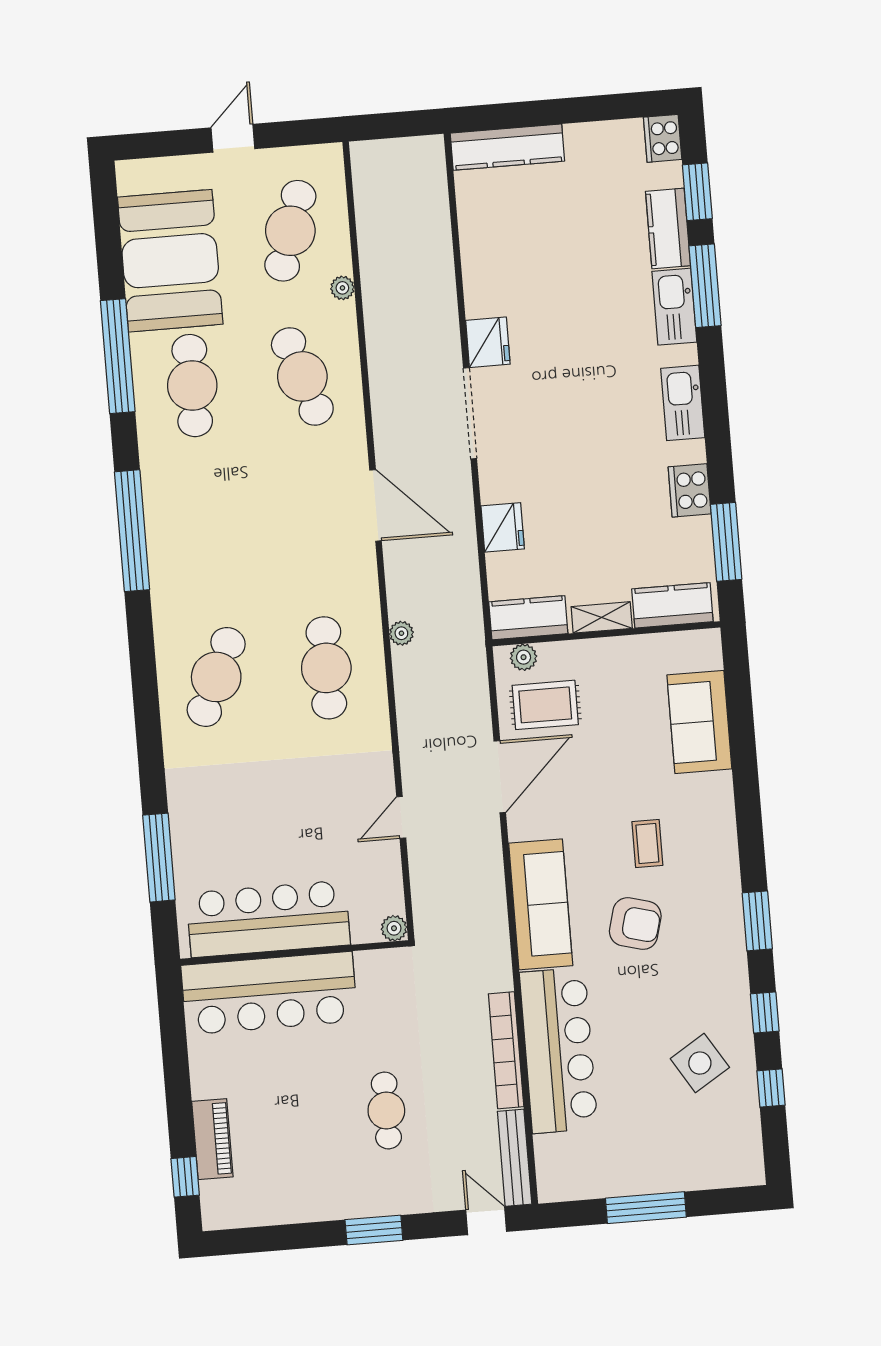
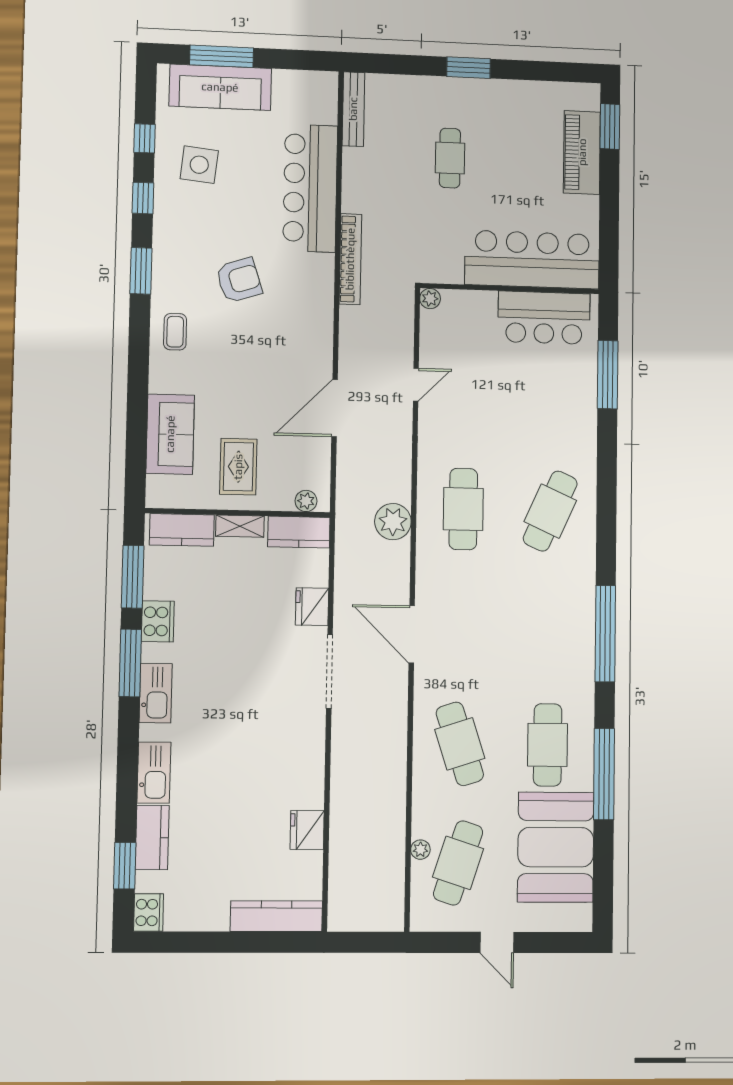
door: (233, 138) -> (497, 942), hinge flipped
window: (705, 286) -> (130, 663), moved
plant: (342, 288) -> (420, 850), moved
fridge: (488, 342) -> (307, 830), moved
doorway: (470, 413) -> (329, 671), moved
plant: (401, 633) -> (393, 522), width x1.88, depth x1.88
rug: (545, 705) -> (238, 467), moved, turned 90
coffee table: (647, 843) -> (175, 332), moved
sofa: (541, 904) -> (220, 87), moved, turned -90
bar counter: (268, 919) -> (544, 318), width x0.73
armchair: (635, 924) -> (239, 280), turned 147
bookcase: (506, 1050) -> (350, 259), moved
side table: (700, 1063) -> (199, 165), turned 38
piano: (212, 1139) -> (582, 152), width x1.37, depth x1.33
window: (185, 1177) -> (610, 126), width x1.50
window: (646, 1208) -> (222, 56), moved
door: (486, 1221) -> (381, 64), removed

